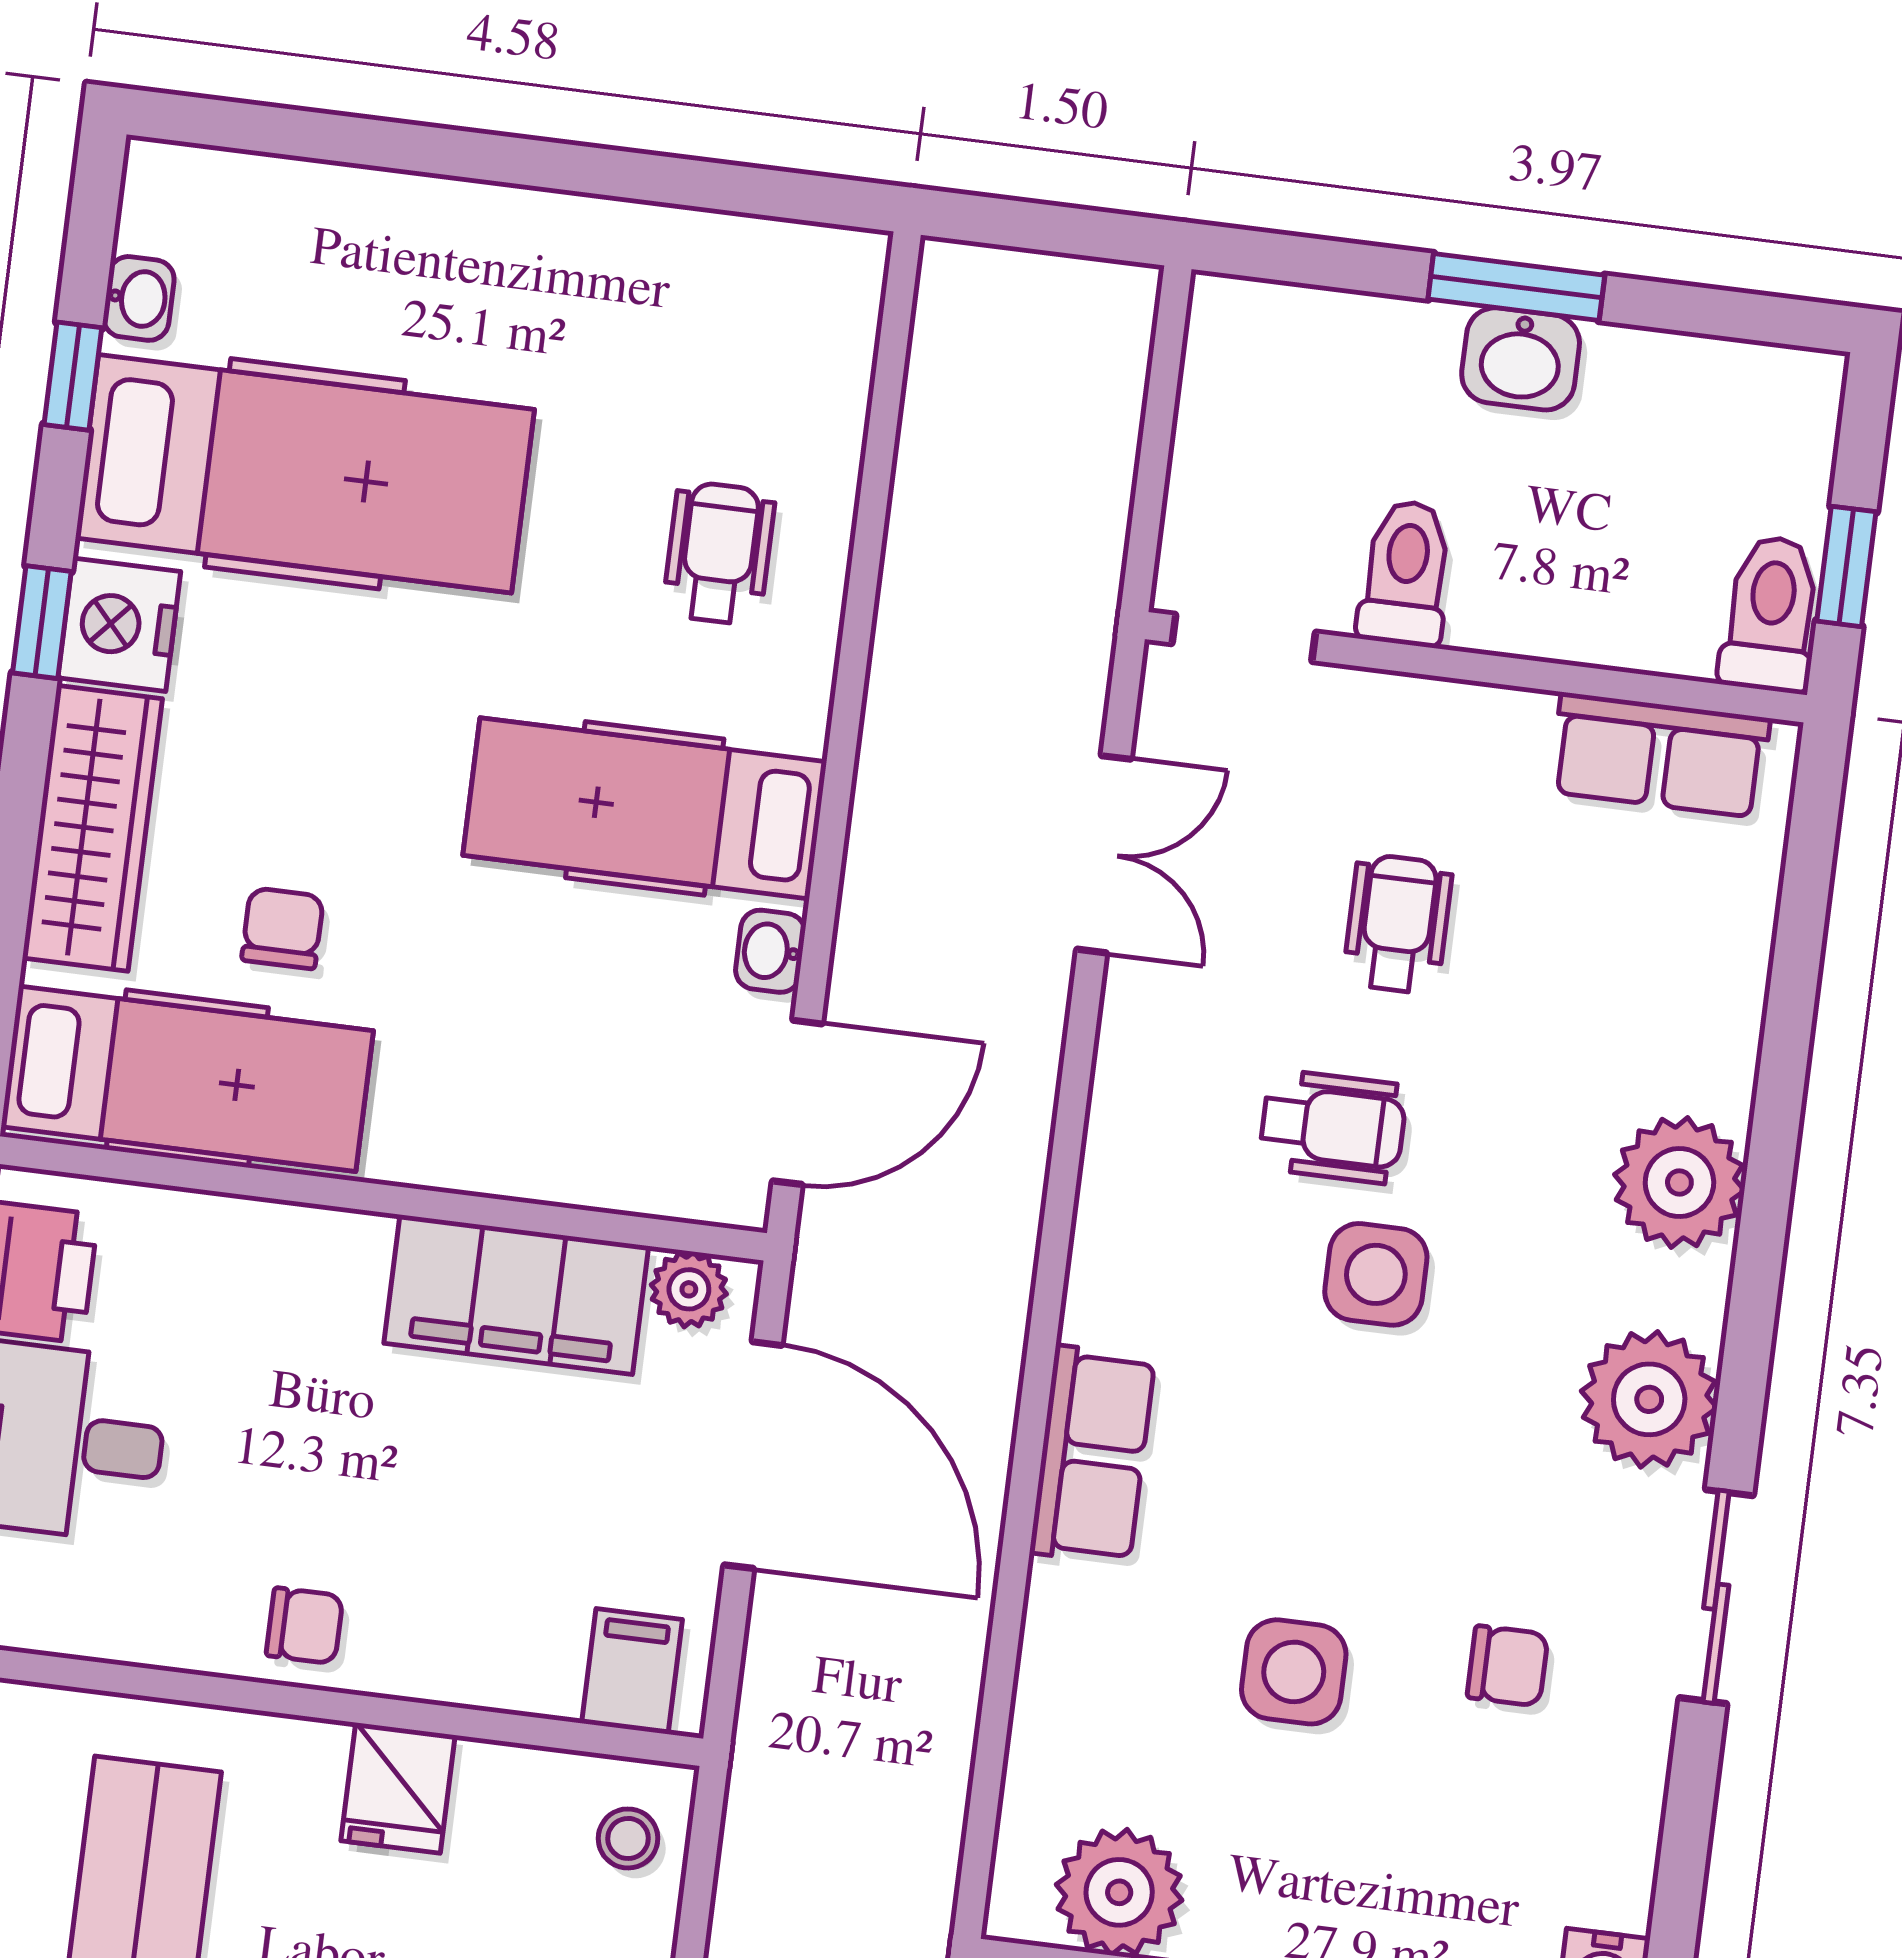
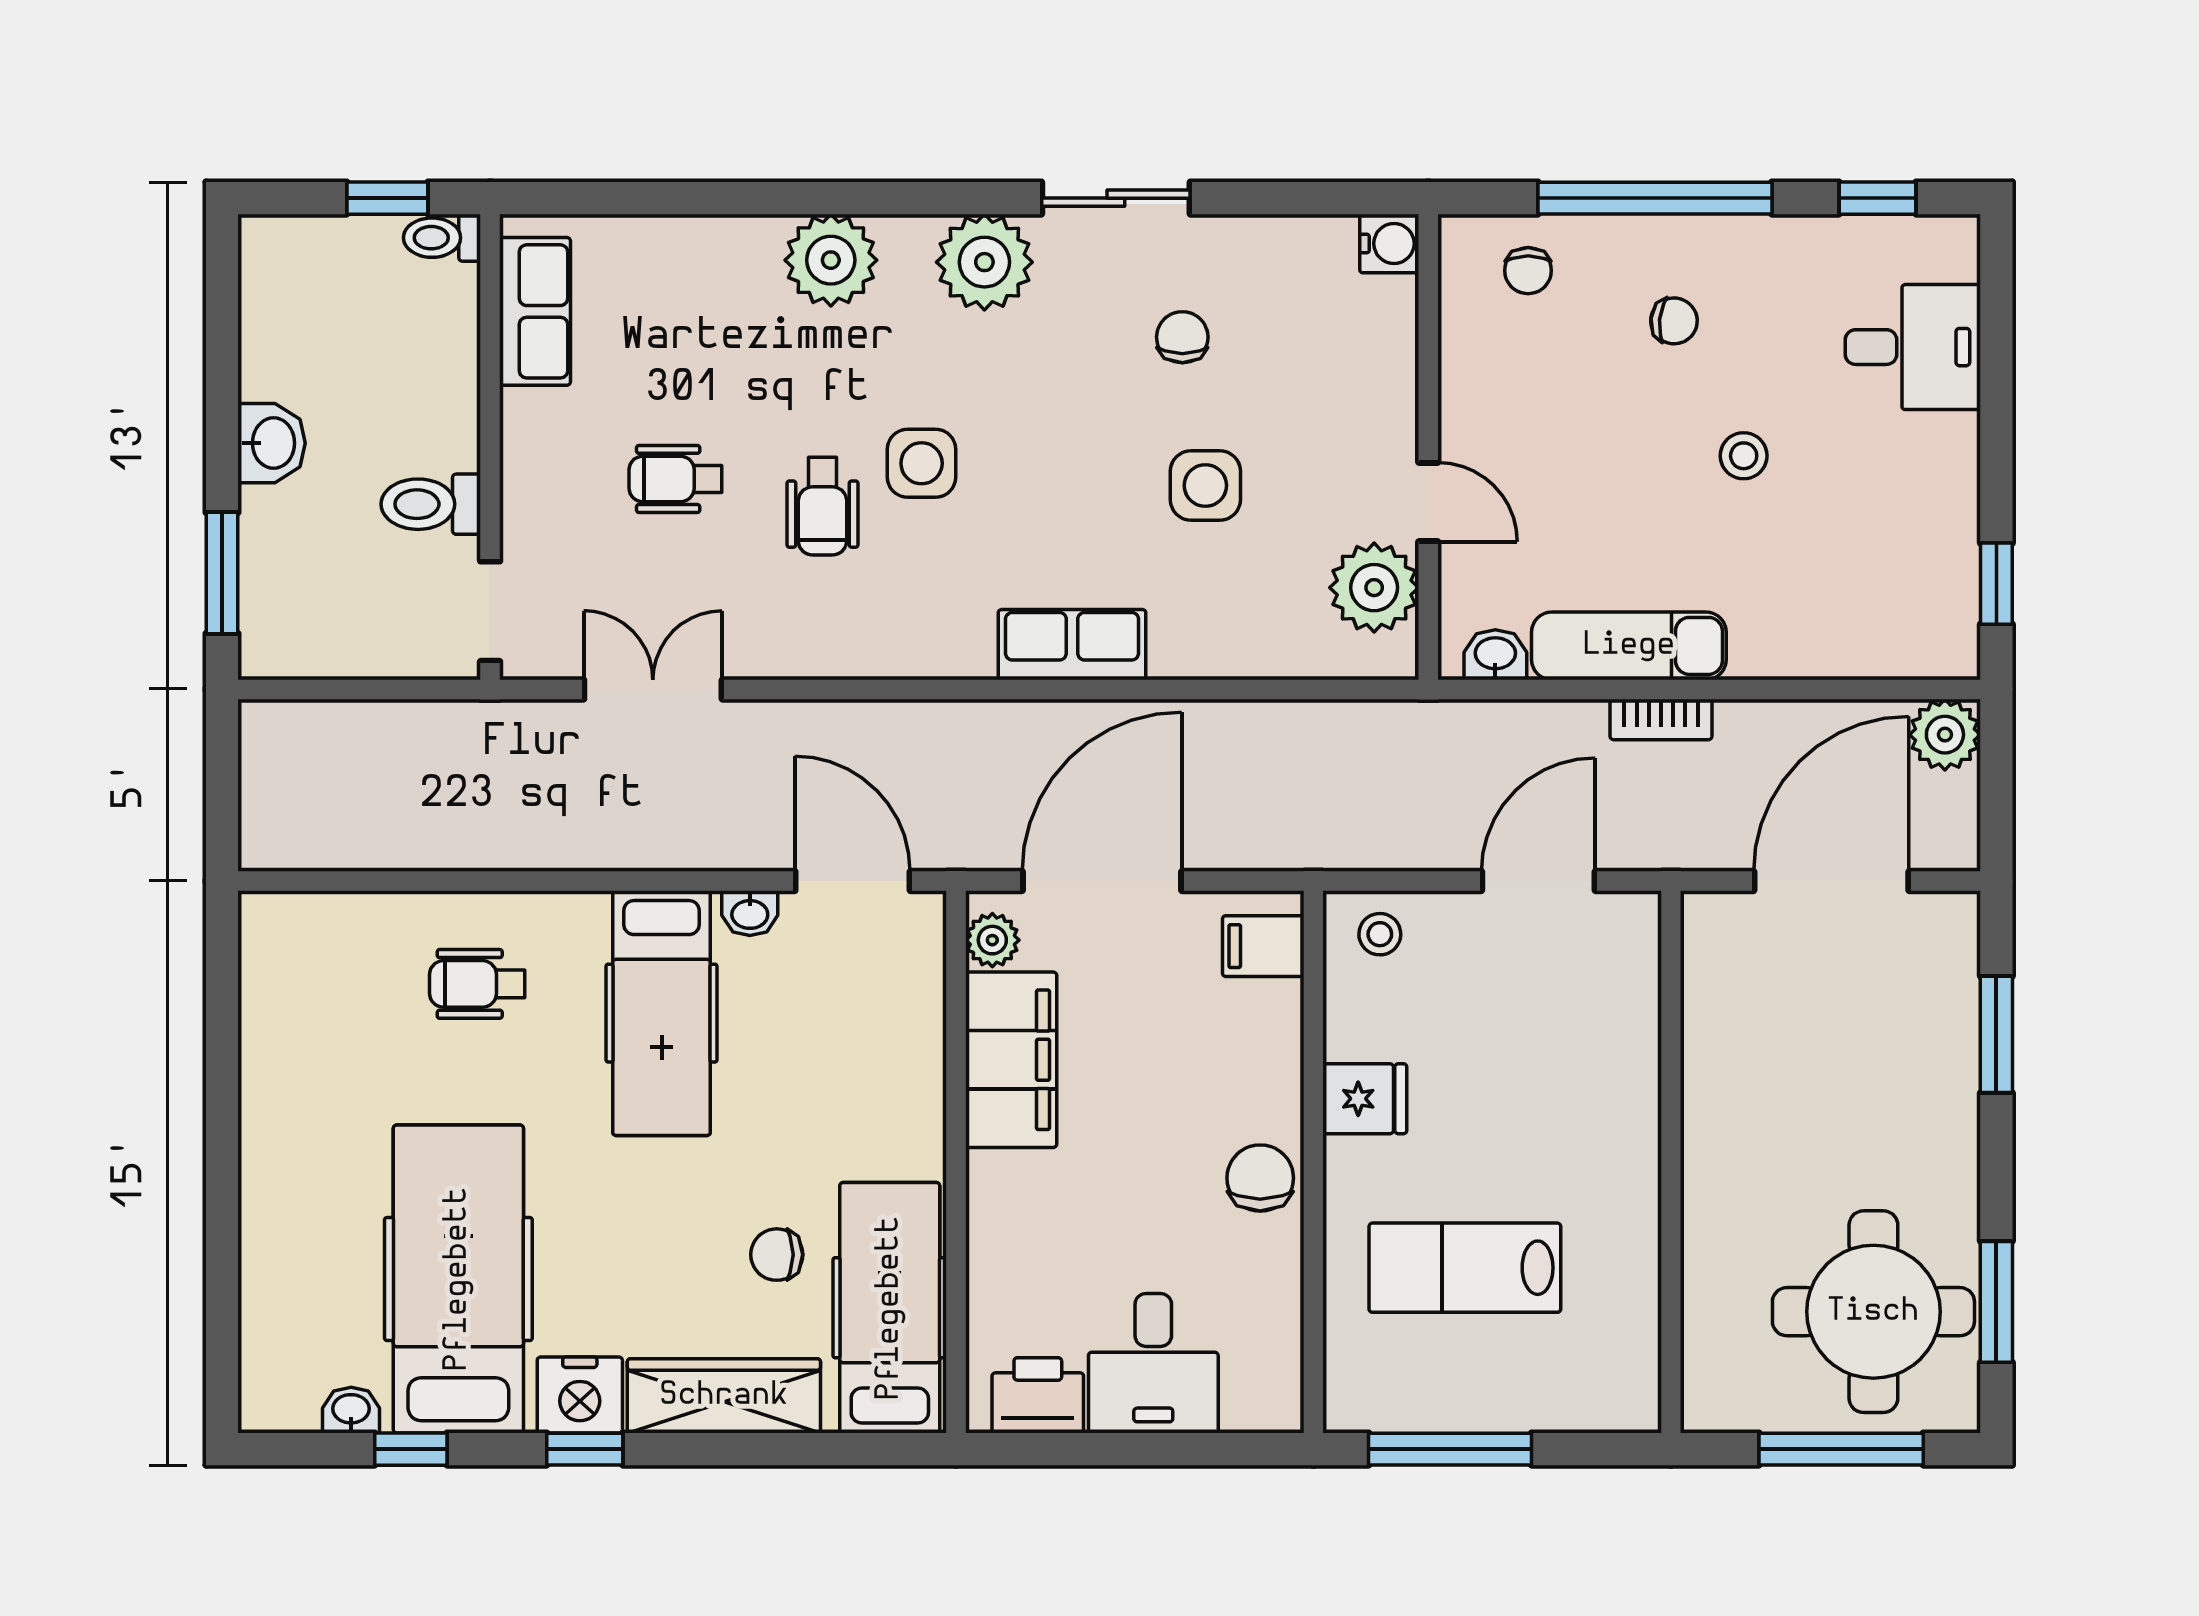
window: (1516, 287) -> (222, 573), moved
toilet: (1771, 614) -> (442, 238), width x0.73, depth x0.72
wheelchair: (1333, 1127) -> (822, 506), turned 180
chair: (305, 1626) -> (1260, 1178), width x1.37, depth x1.37

